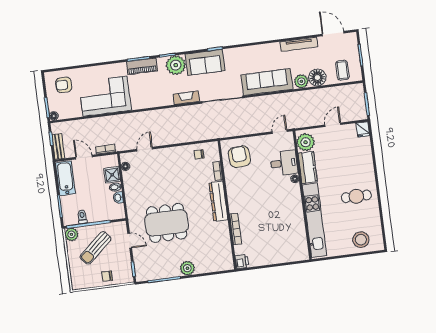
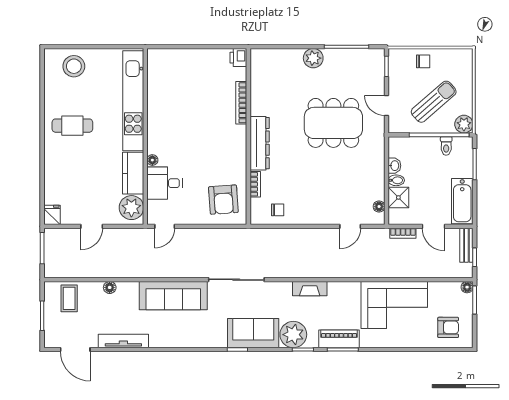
floor lamp: (317, 77) -> (110, 287), width x0.53, depth x0.53
plant: (301, 81) -> (127, 291), removed
fireplace: (186, 98) -> (310, 289), moved

